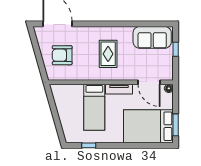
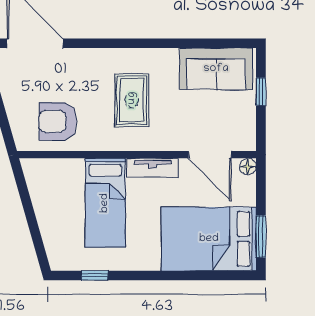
armchair: (62, 55) -> (58, 121), moved

